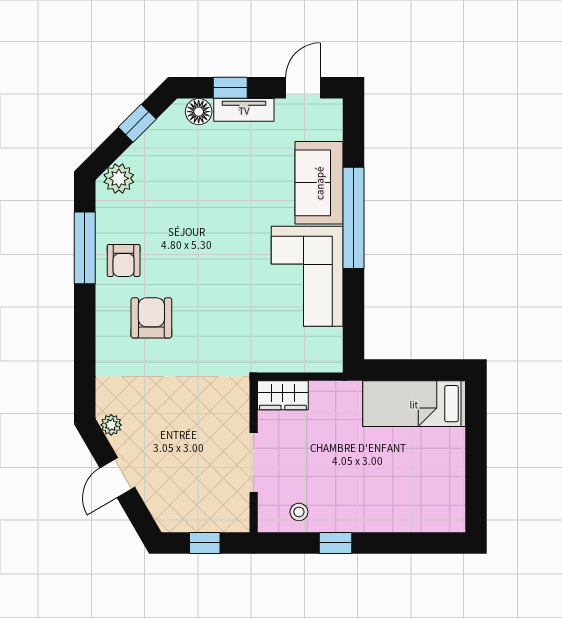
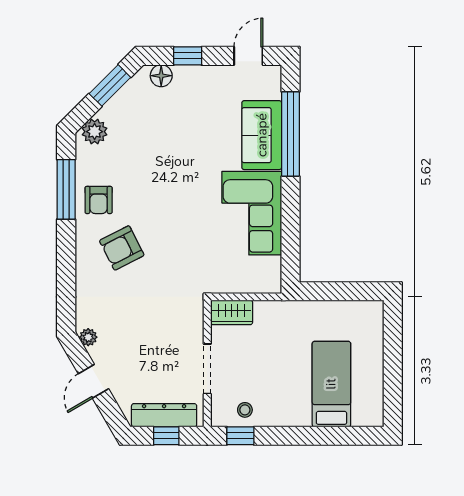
tv unit: (244, 110) -> (199, 74), removed
window: (137, 123) -> (110, 85), width x1.50
window: (354, 218) -> (290, 134), moved
armchair: (151, 318) -> (122, 248), turned -117
bed: (414, 404) -> (331, 384), moved, turned 90
dresser: (202, 518) -> (164, 415), added
window: (336, 543) -> (240, 436), moved

